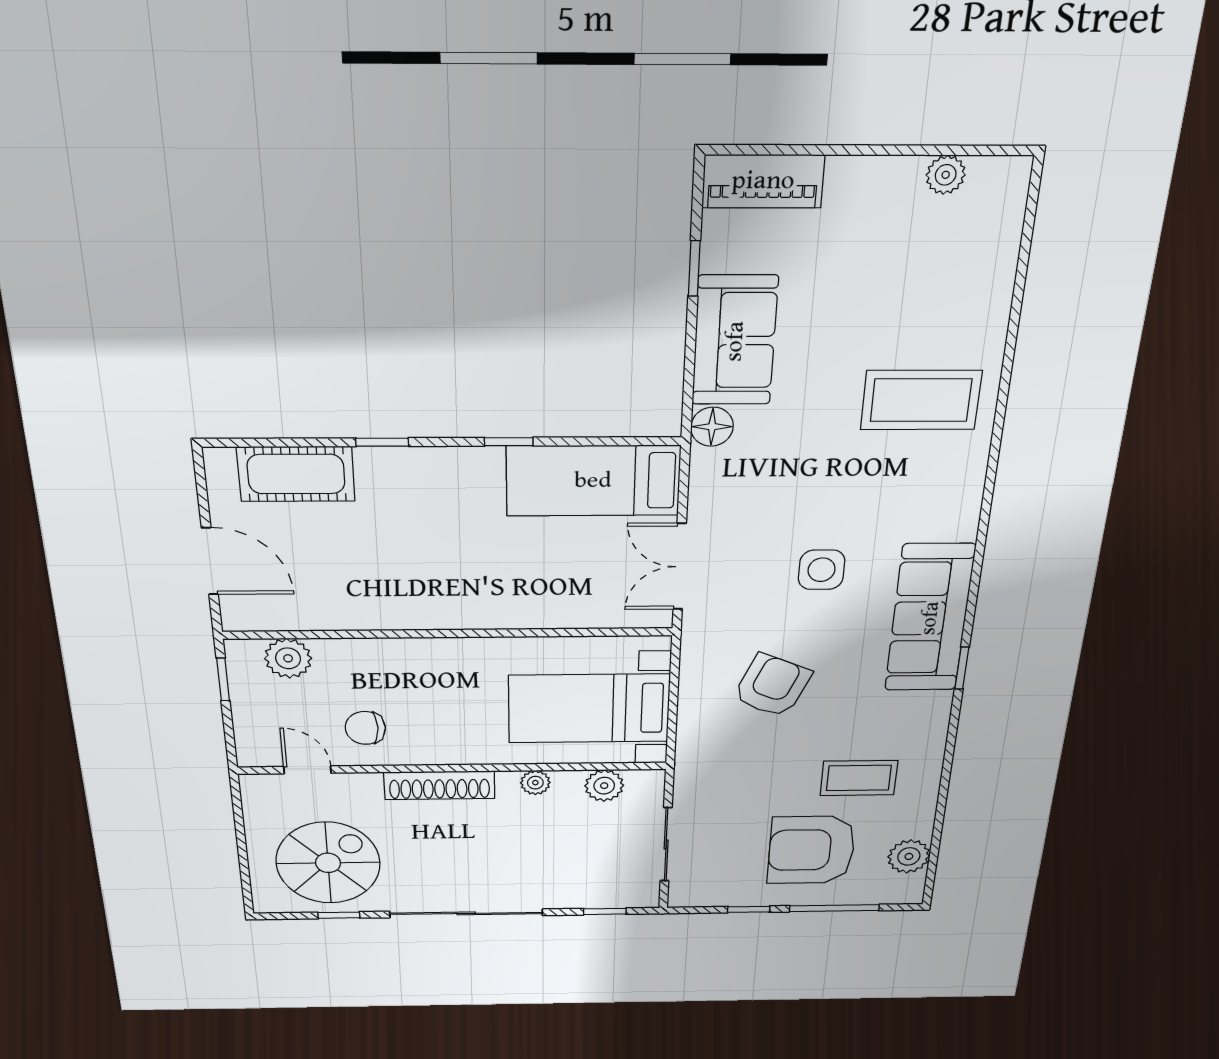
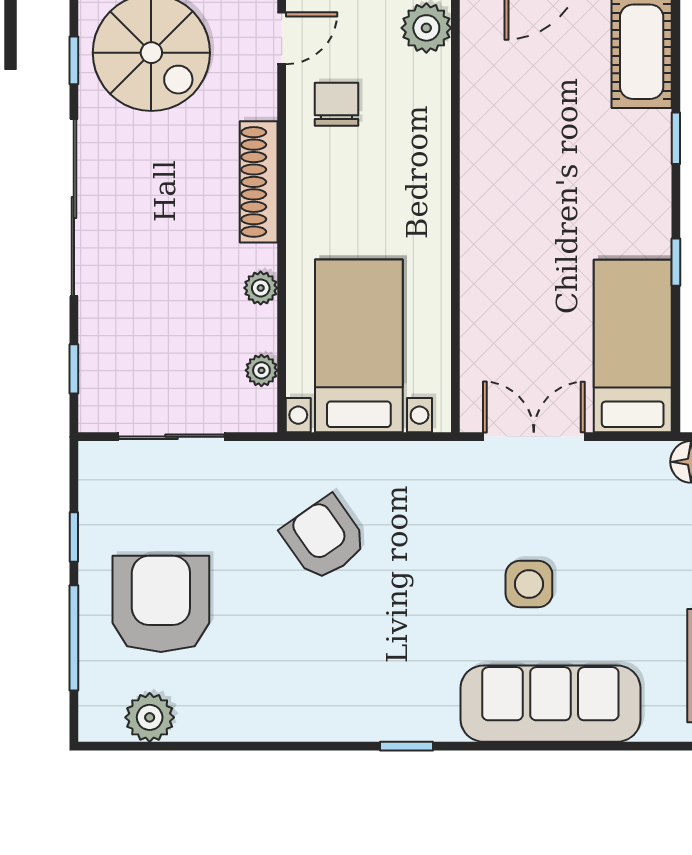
sofa: (930, 618) -> (550, 704), moved
armchair: (772, 686) -> (324, 538), moved, turned -148
coffee table: (859, 778) -> (262, 649), removed
plant: (604, 786) -> (261, 370), width x0.73, depth x0.73

